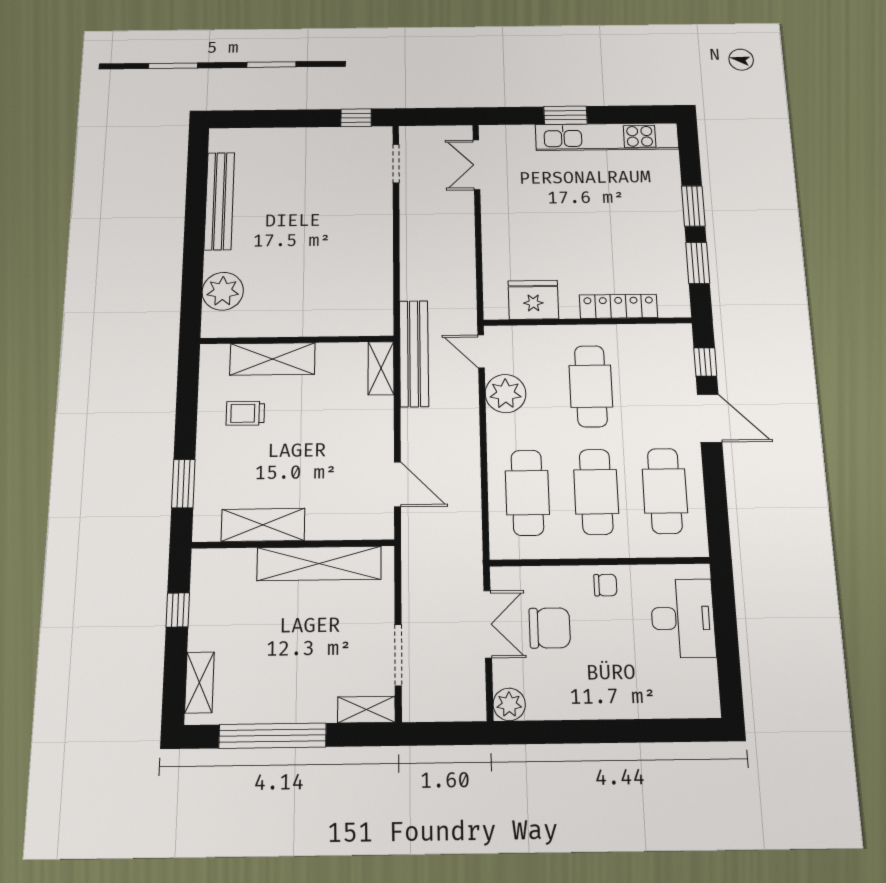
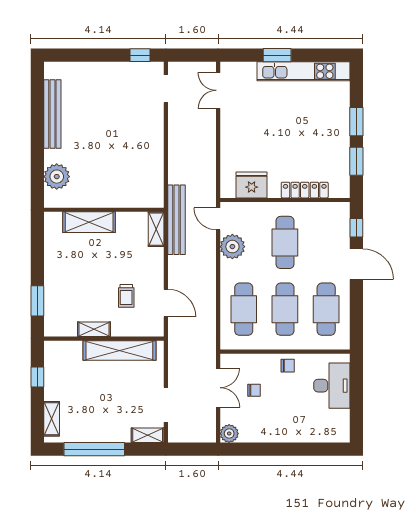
trolley: (245, 413) -> (126, 296), moved, turned -90
shelving: (263, 525) -> (94, 329), width x0.67, depth x0.75
chair: (550, 628) -> (254, 390), width x0.54, depth x0.54

